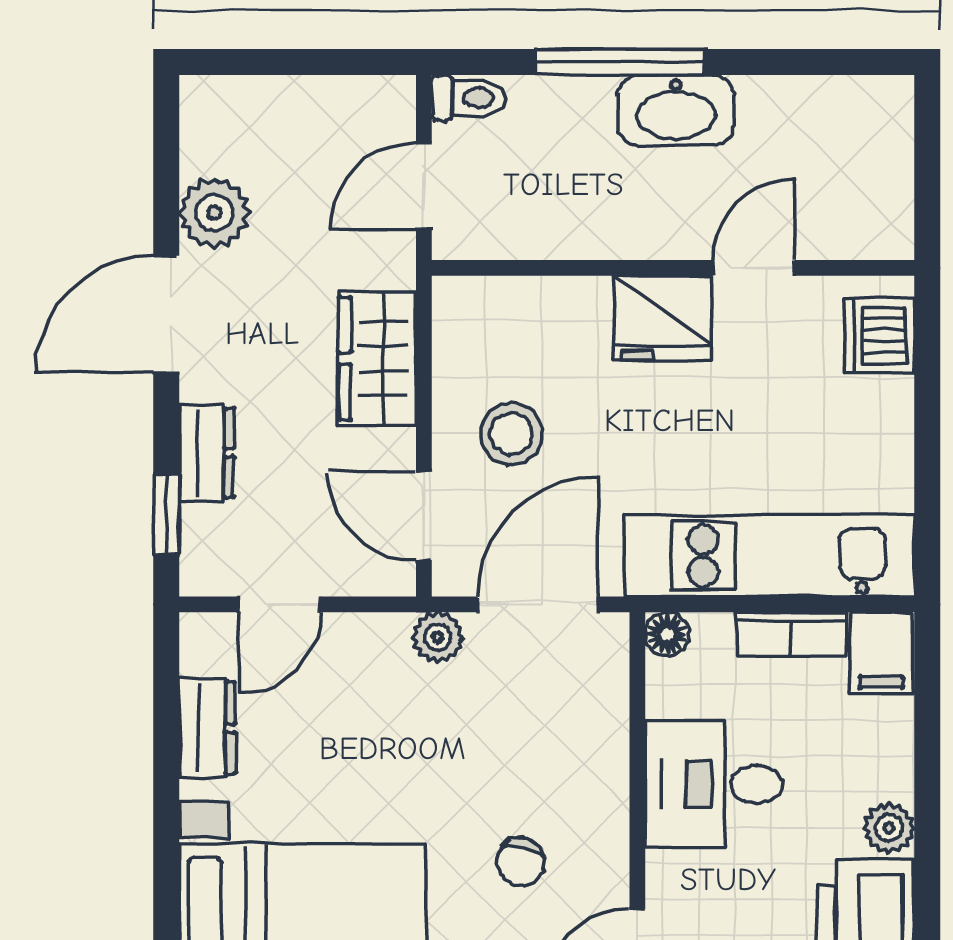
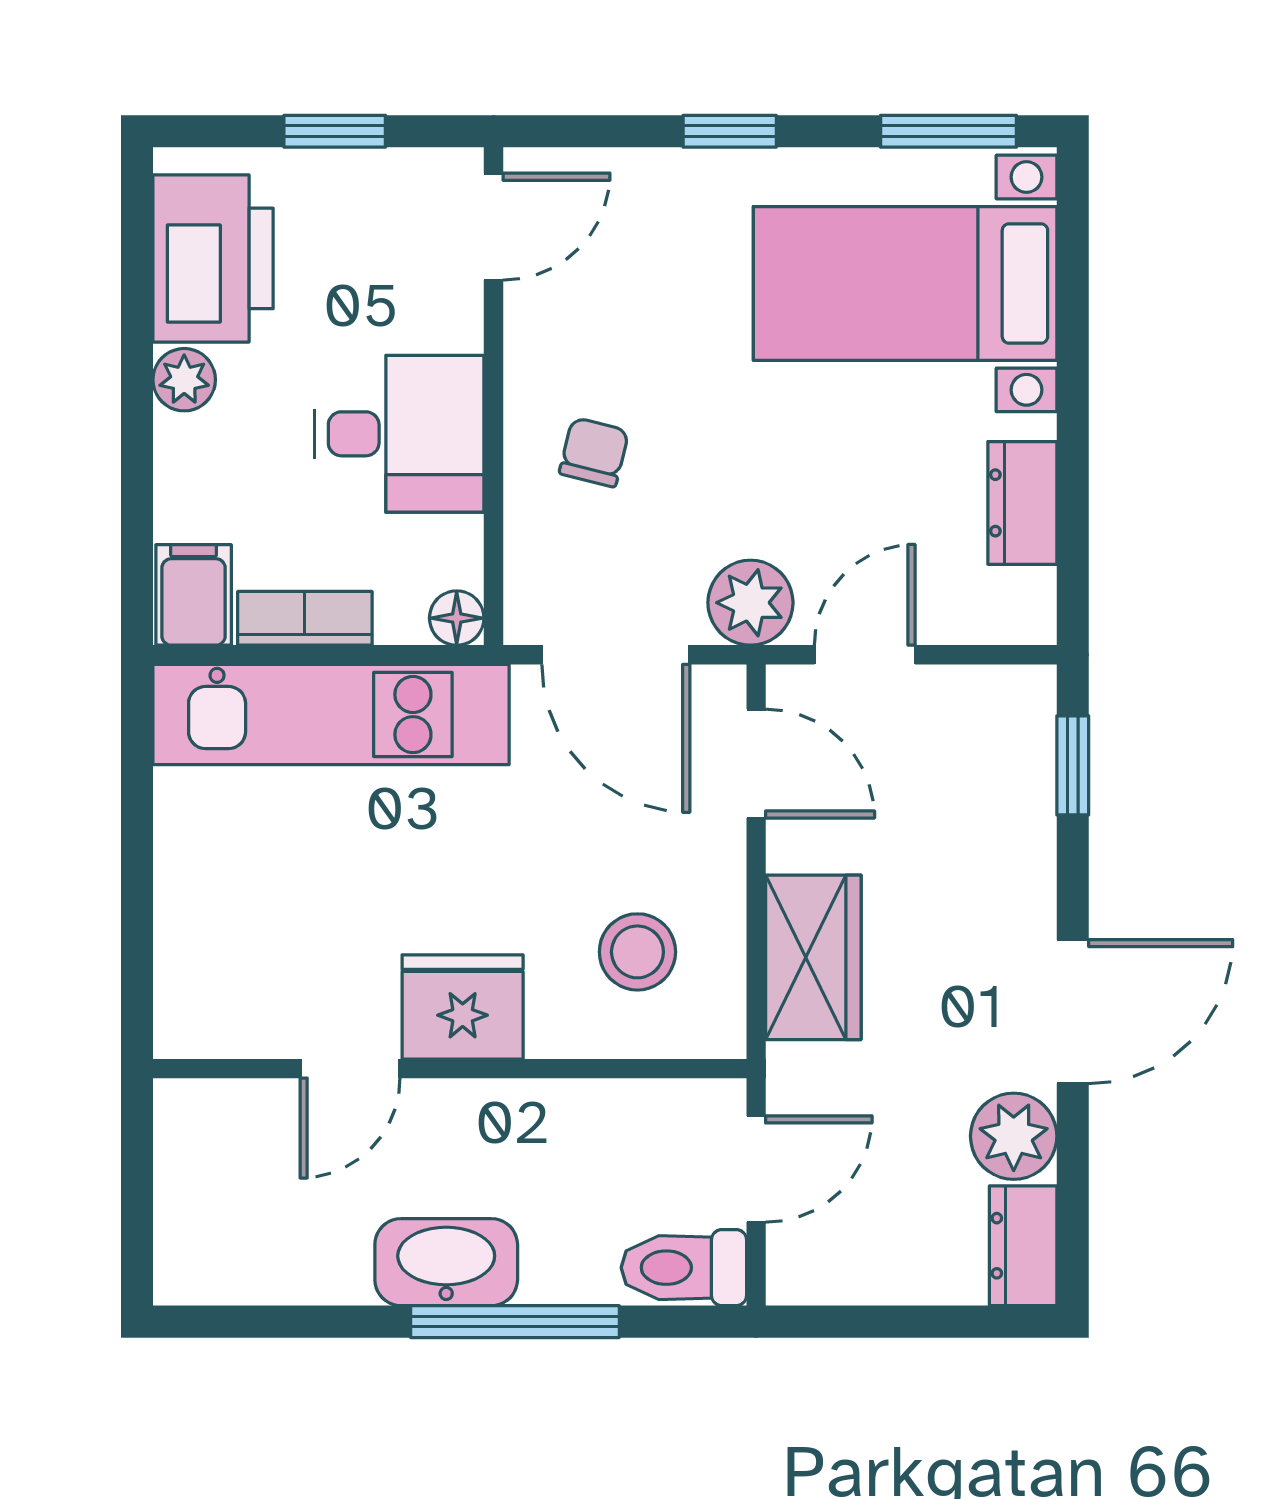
toilet: (468, 98) -> (684, 1268), width x1.37, depth x1.39
dishwasher: (879, 336) -> (196, 985), removed
stool: (511, 434) -> (637, 952), moved
dresser: (207, 453) -> (1023, 1246), moved
door: (279, 604) -> (865, 655), moved
door: (538, 604) -> (616, 655), hinge flipped
plant: (438, 637) -> (750, 603), width x1.38, depth x1.38
chair: (521, 862) -> (594, 452), moved

